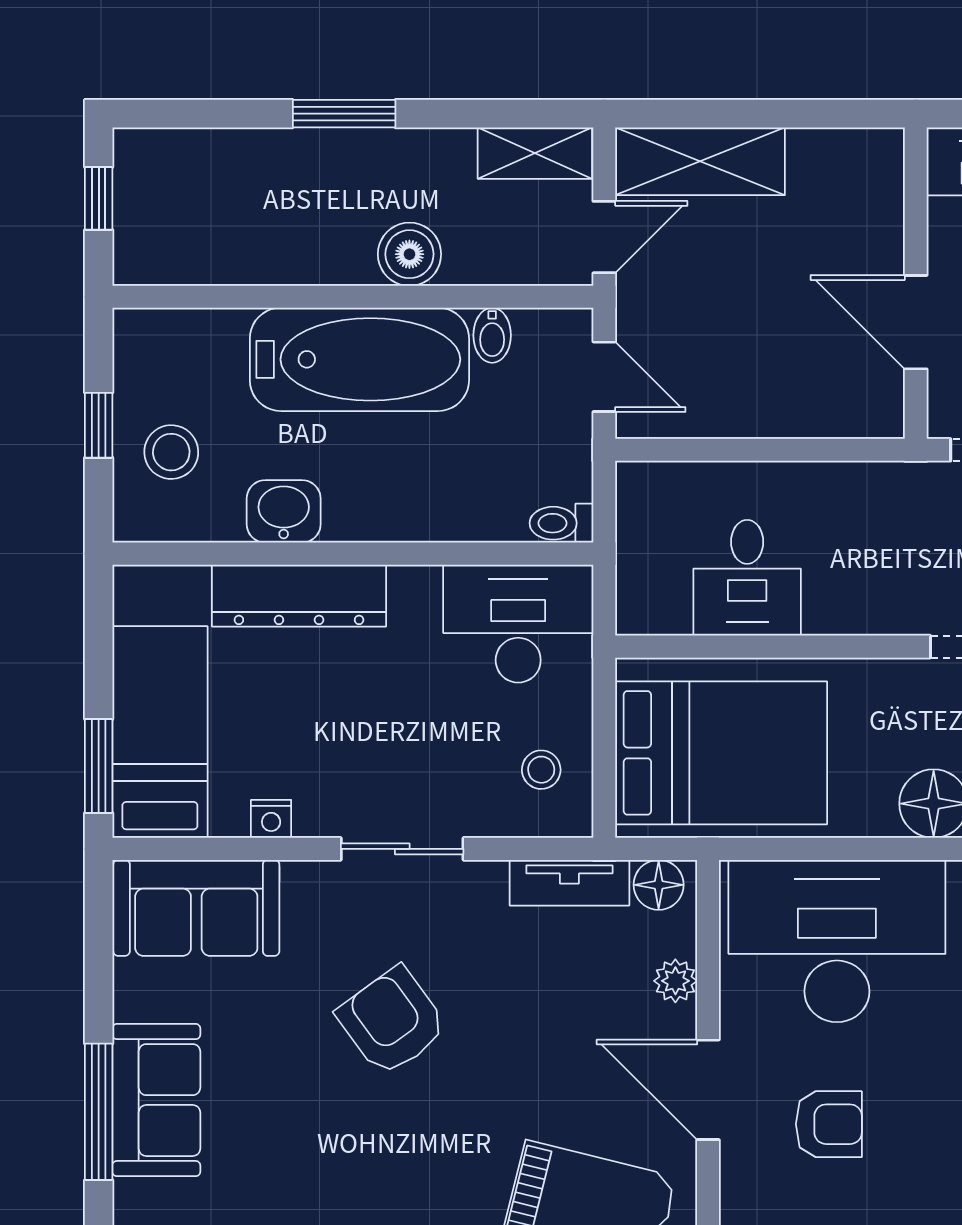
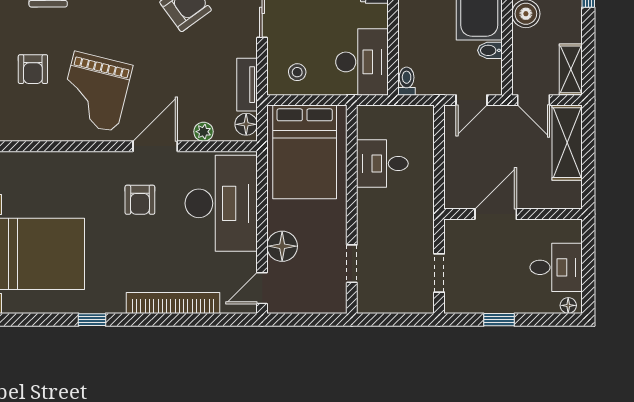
wall: (916, 283) -> (513, 214), moved
door: (916, 322) -> (496, 214), moved

